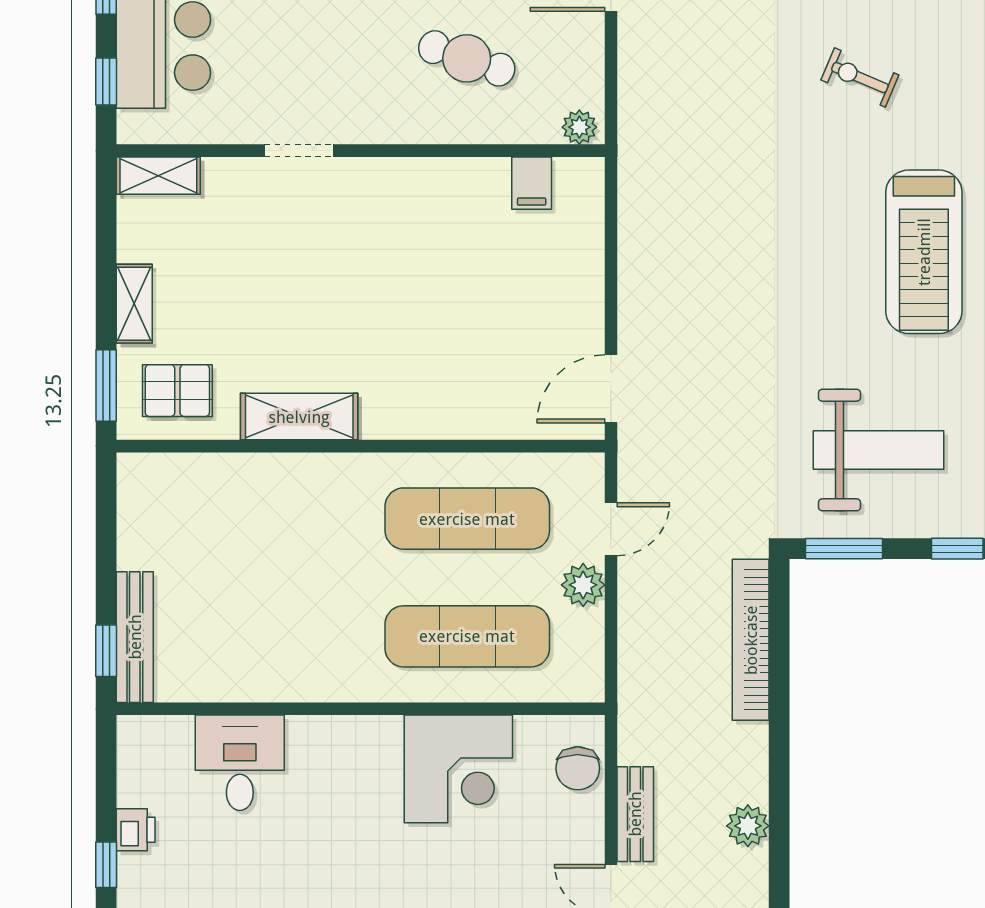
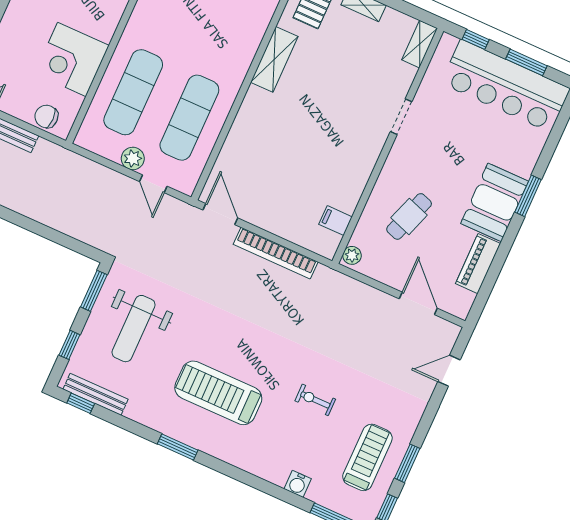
exercise bike: (860, 78) -> (315, 400), turned -113
bookcase: (751, 640) -> (276, 253), moved, turned 180

